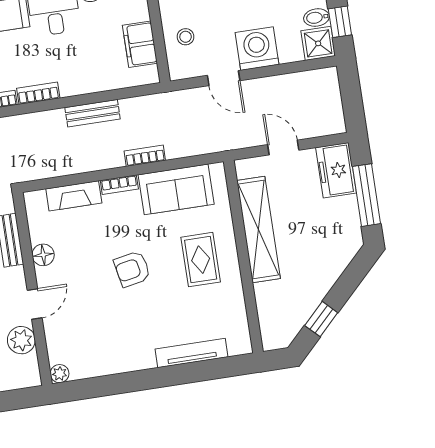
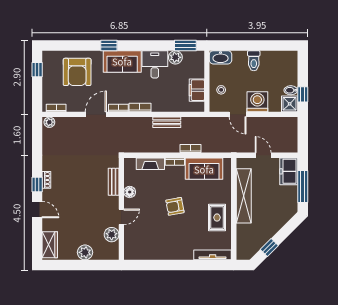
rug: (201, 260) -> (217, 218), moved
tv unit: (191, 353) -> (213, 255), moved
plant: (60, 374) -> (129, 255), removed

